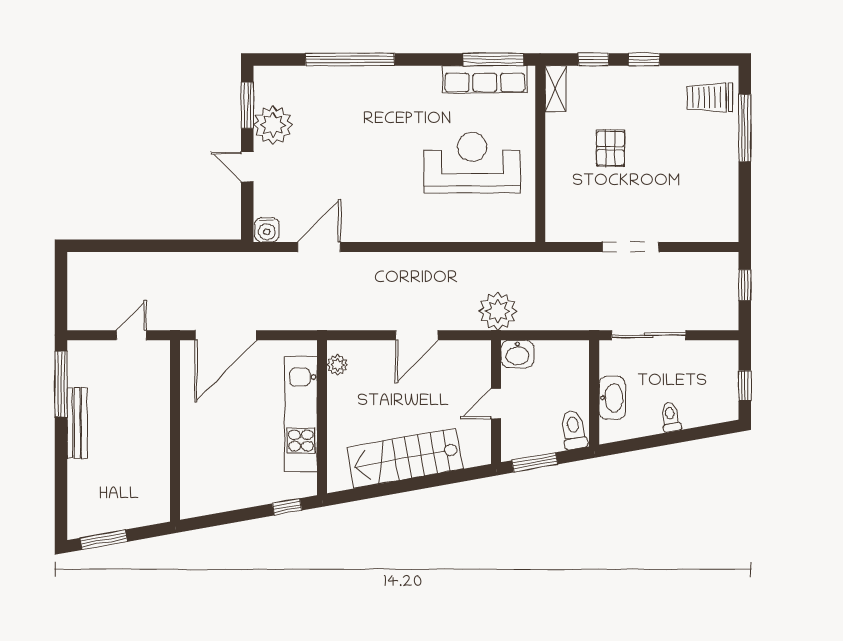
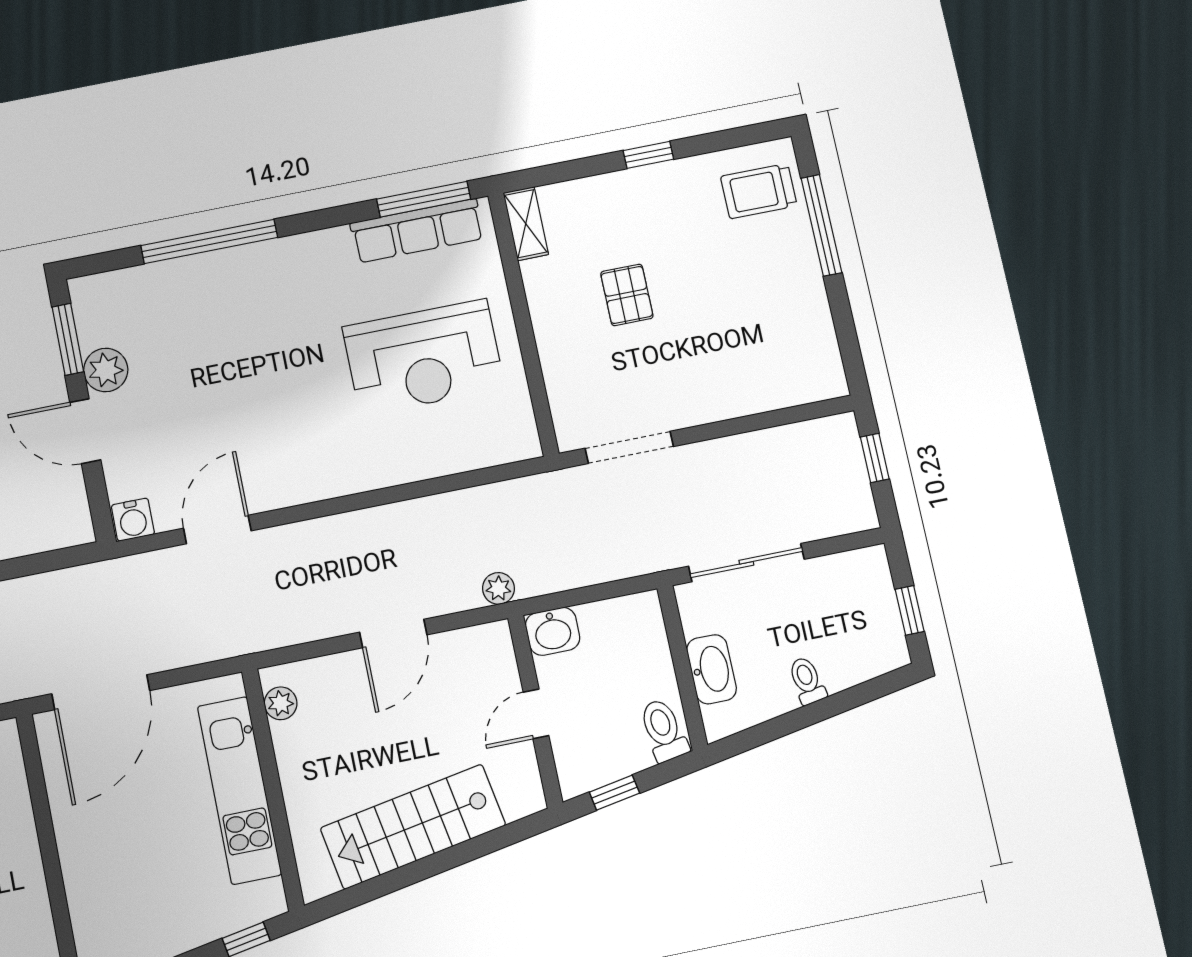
window: (593, 59) -> (573, 170), removed
plant: (273, 125) -> (106, 370), width x0.73, depth x0.73
reception desk: (472, 163) -> (424, 357), turned 180
door: (247, 167) -> (85, 431), width x1.38
doorway: (631, 247) -> (629, 447), moved
plant: (498, 311) -> (498, 588), width x0.53, depth x0.53
window: (535, 462) -> (614, 793), width x0.67

